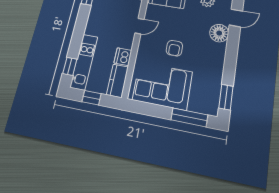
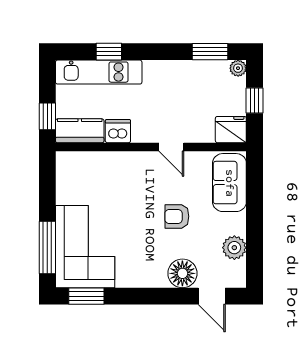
armchair: (174, 48) -> (177, 216), moved
window: (70, 66) -> (109, 52), moved
corner sofa: (162, 86) -> (85, 247), moved
window: (92, 98) -> (47, 116), moved

